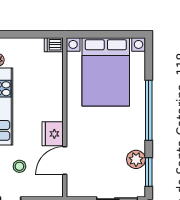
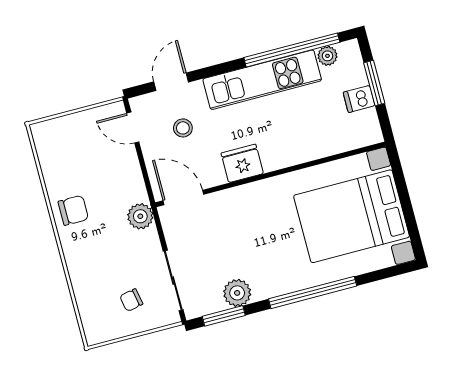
window: (23, 34) -> (374, 83), added
dishwasher: (54, 45) -> (359, 99), moved, turned -90
door: (65, 161) -> (183, 197), moved

